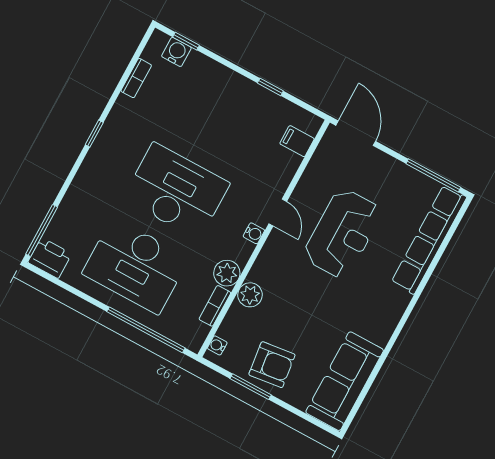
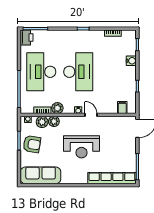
water cooler: (176, 52) -> (131, 61), moved
door: (278, 213) -> (91, 115), swing flipped
reception desk: (343, 234) -> (81, 147), moved
plant: (238, 319) -> (42, 122), added
armchair: (272, 365) -> (32, 144), turned -74

